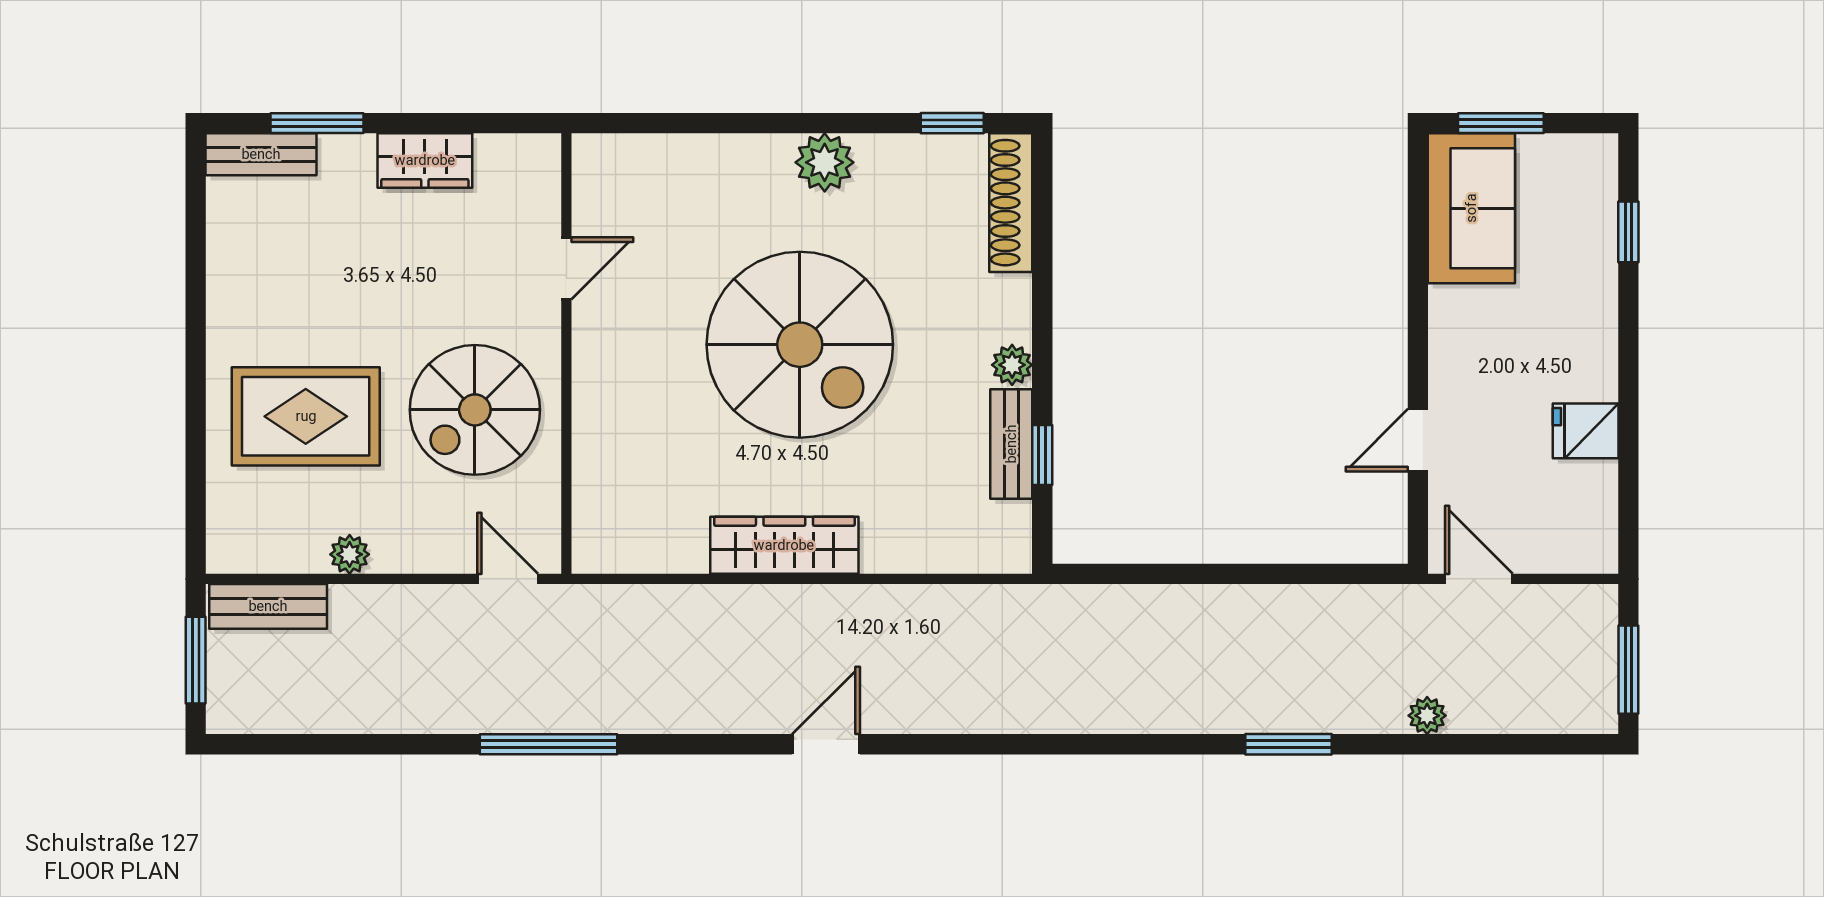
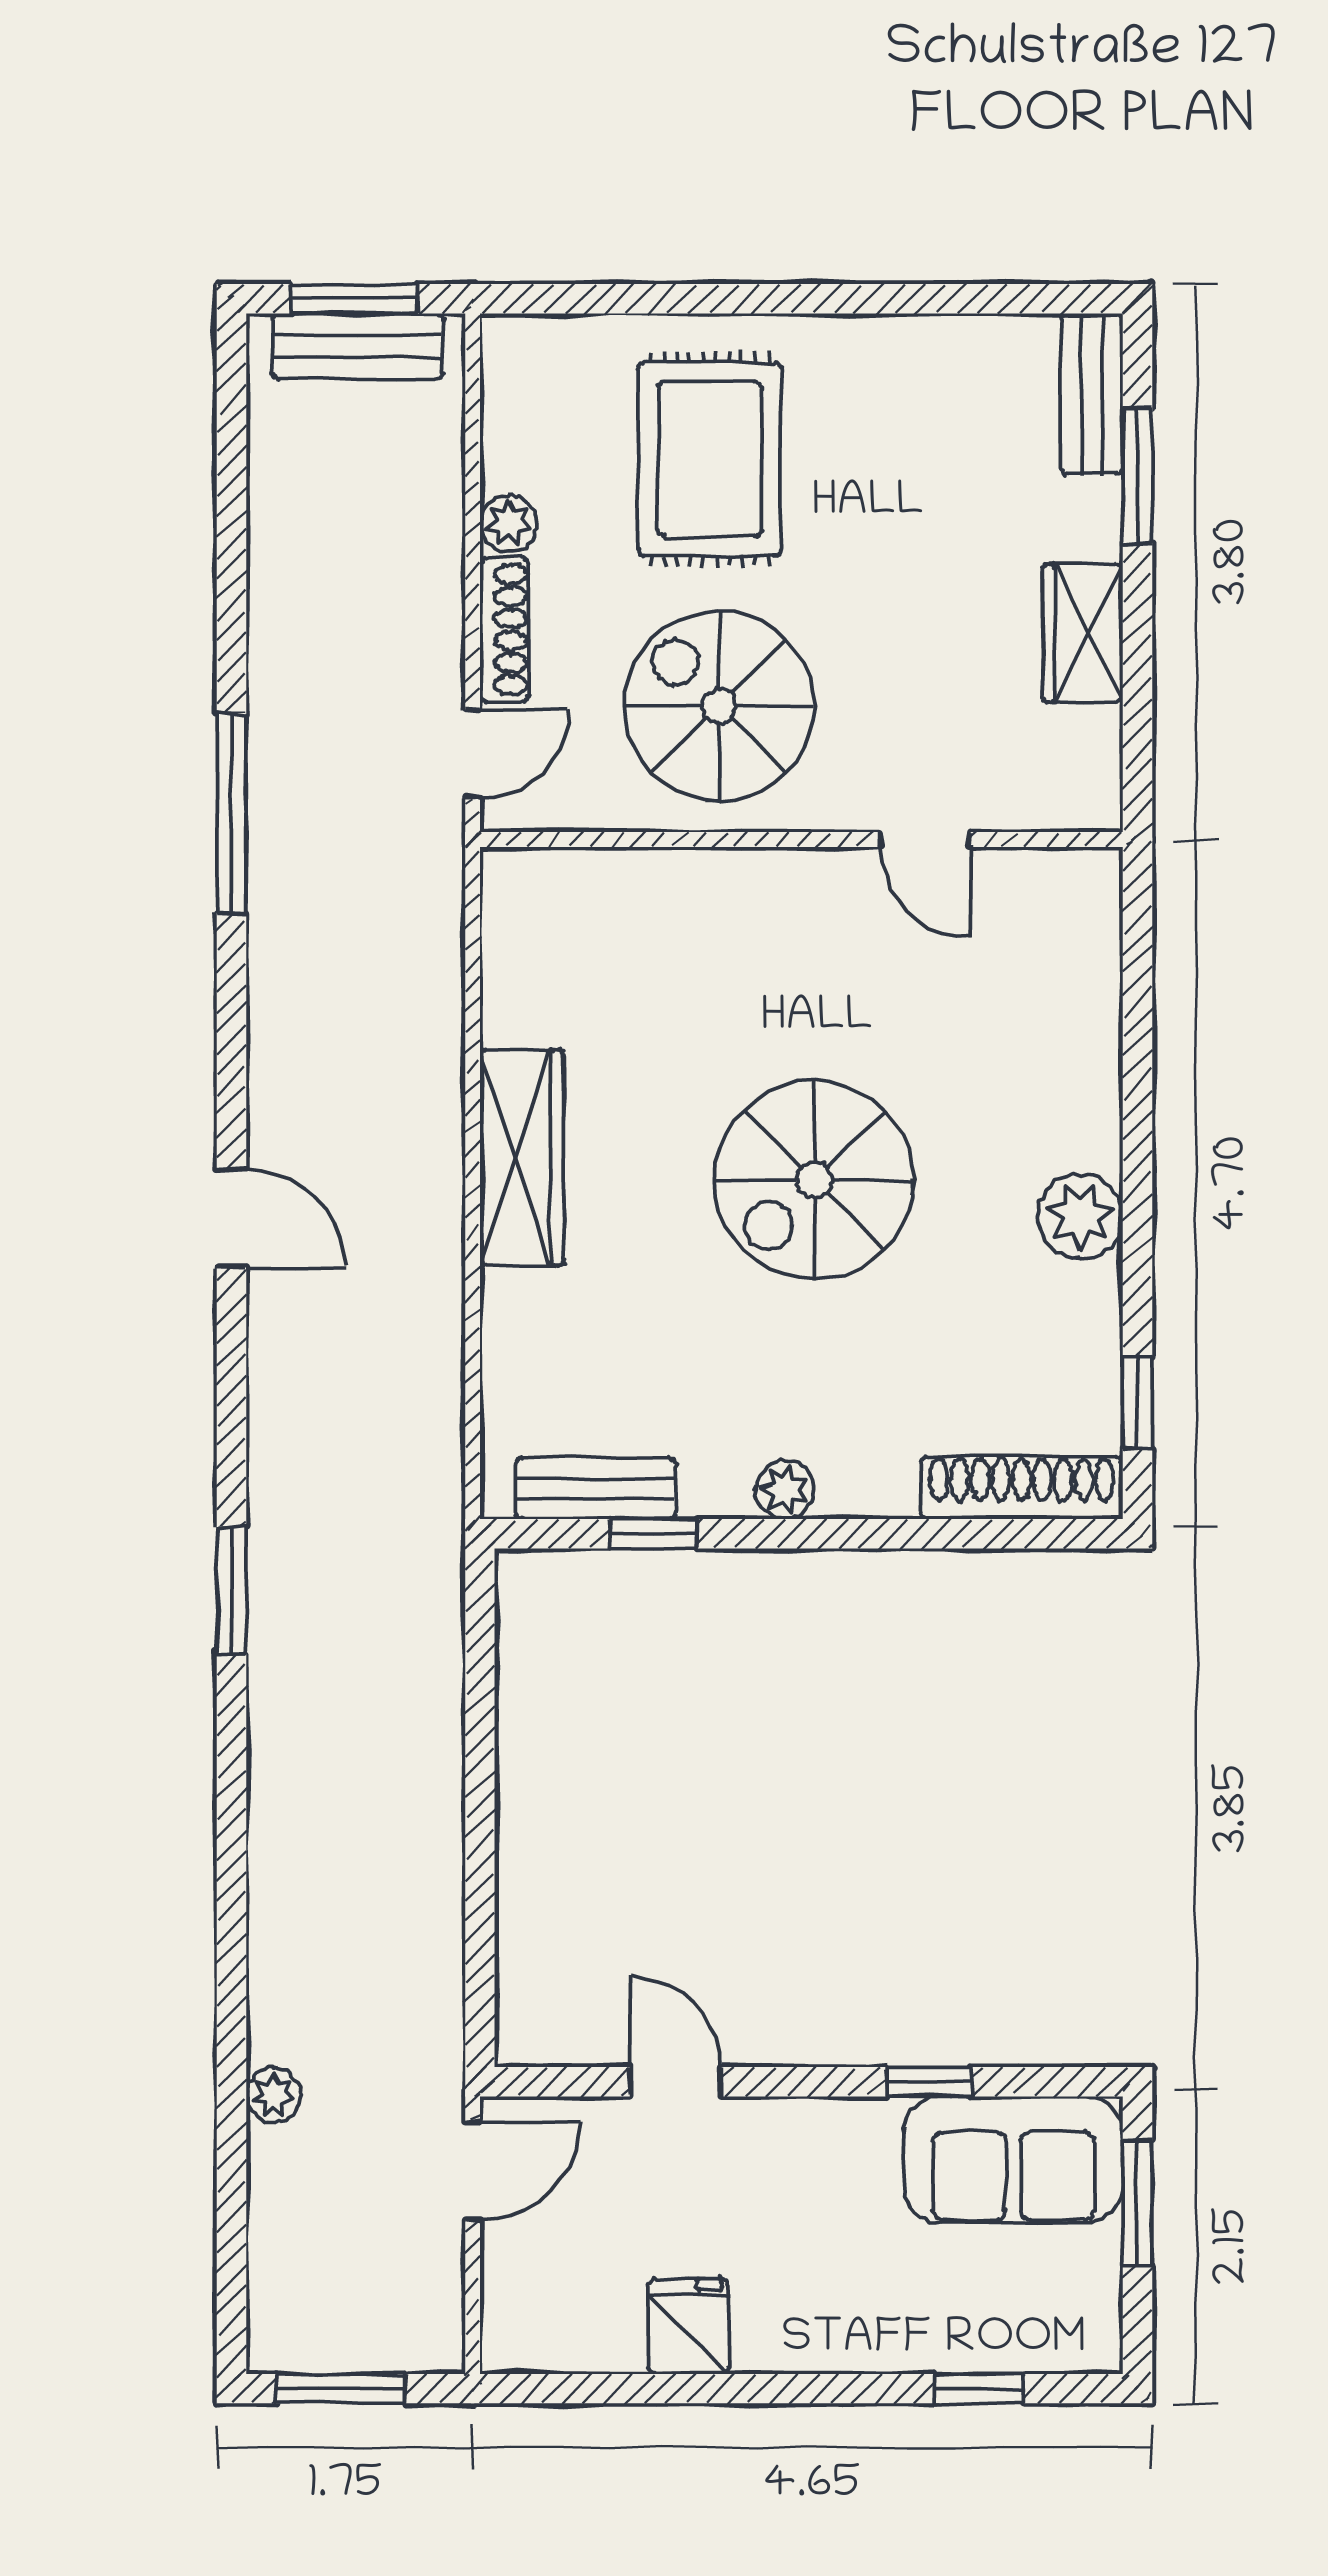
window: (1418, 266) -> (929, 2082), added
spiral stairs: (800, 345) -> (814, 1180), width x0.73, depth x0.73
bench: (1011, 444) -> (596, 1488), moved
shoe rack: (422, 557) -> (504, 629), added
bench: (268, 606) -> (358, 346), moved, turned 90
window: (1288, 744) -> (231, 1590), moved

